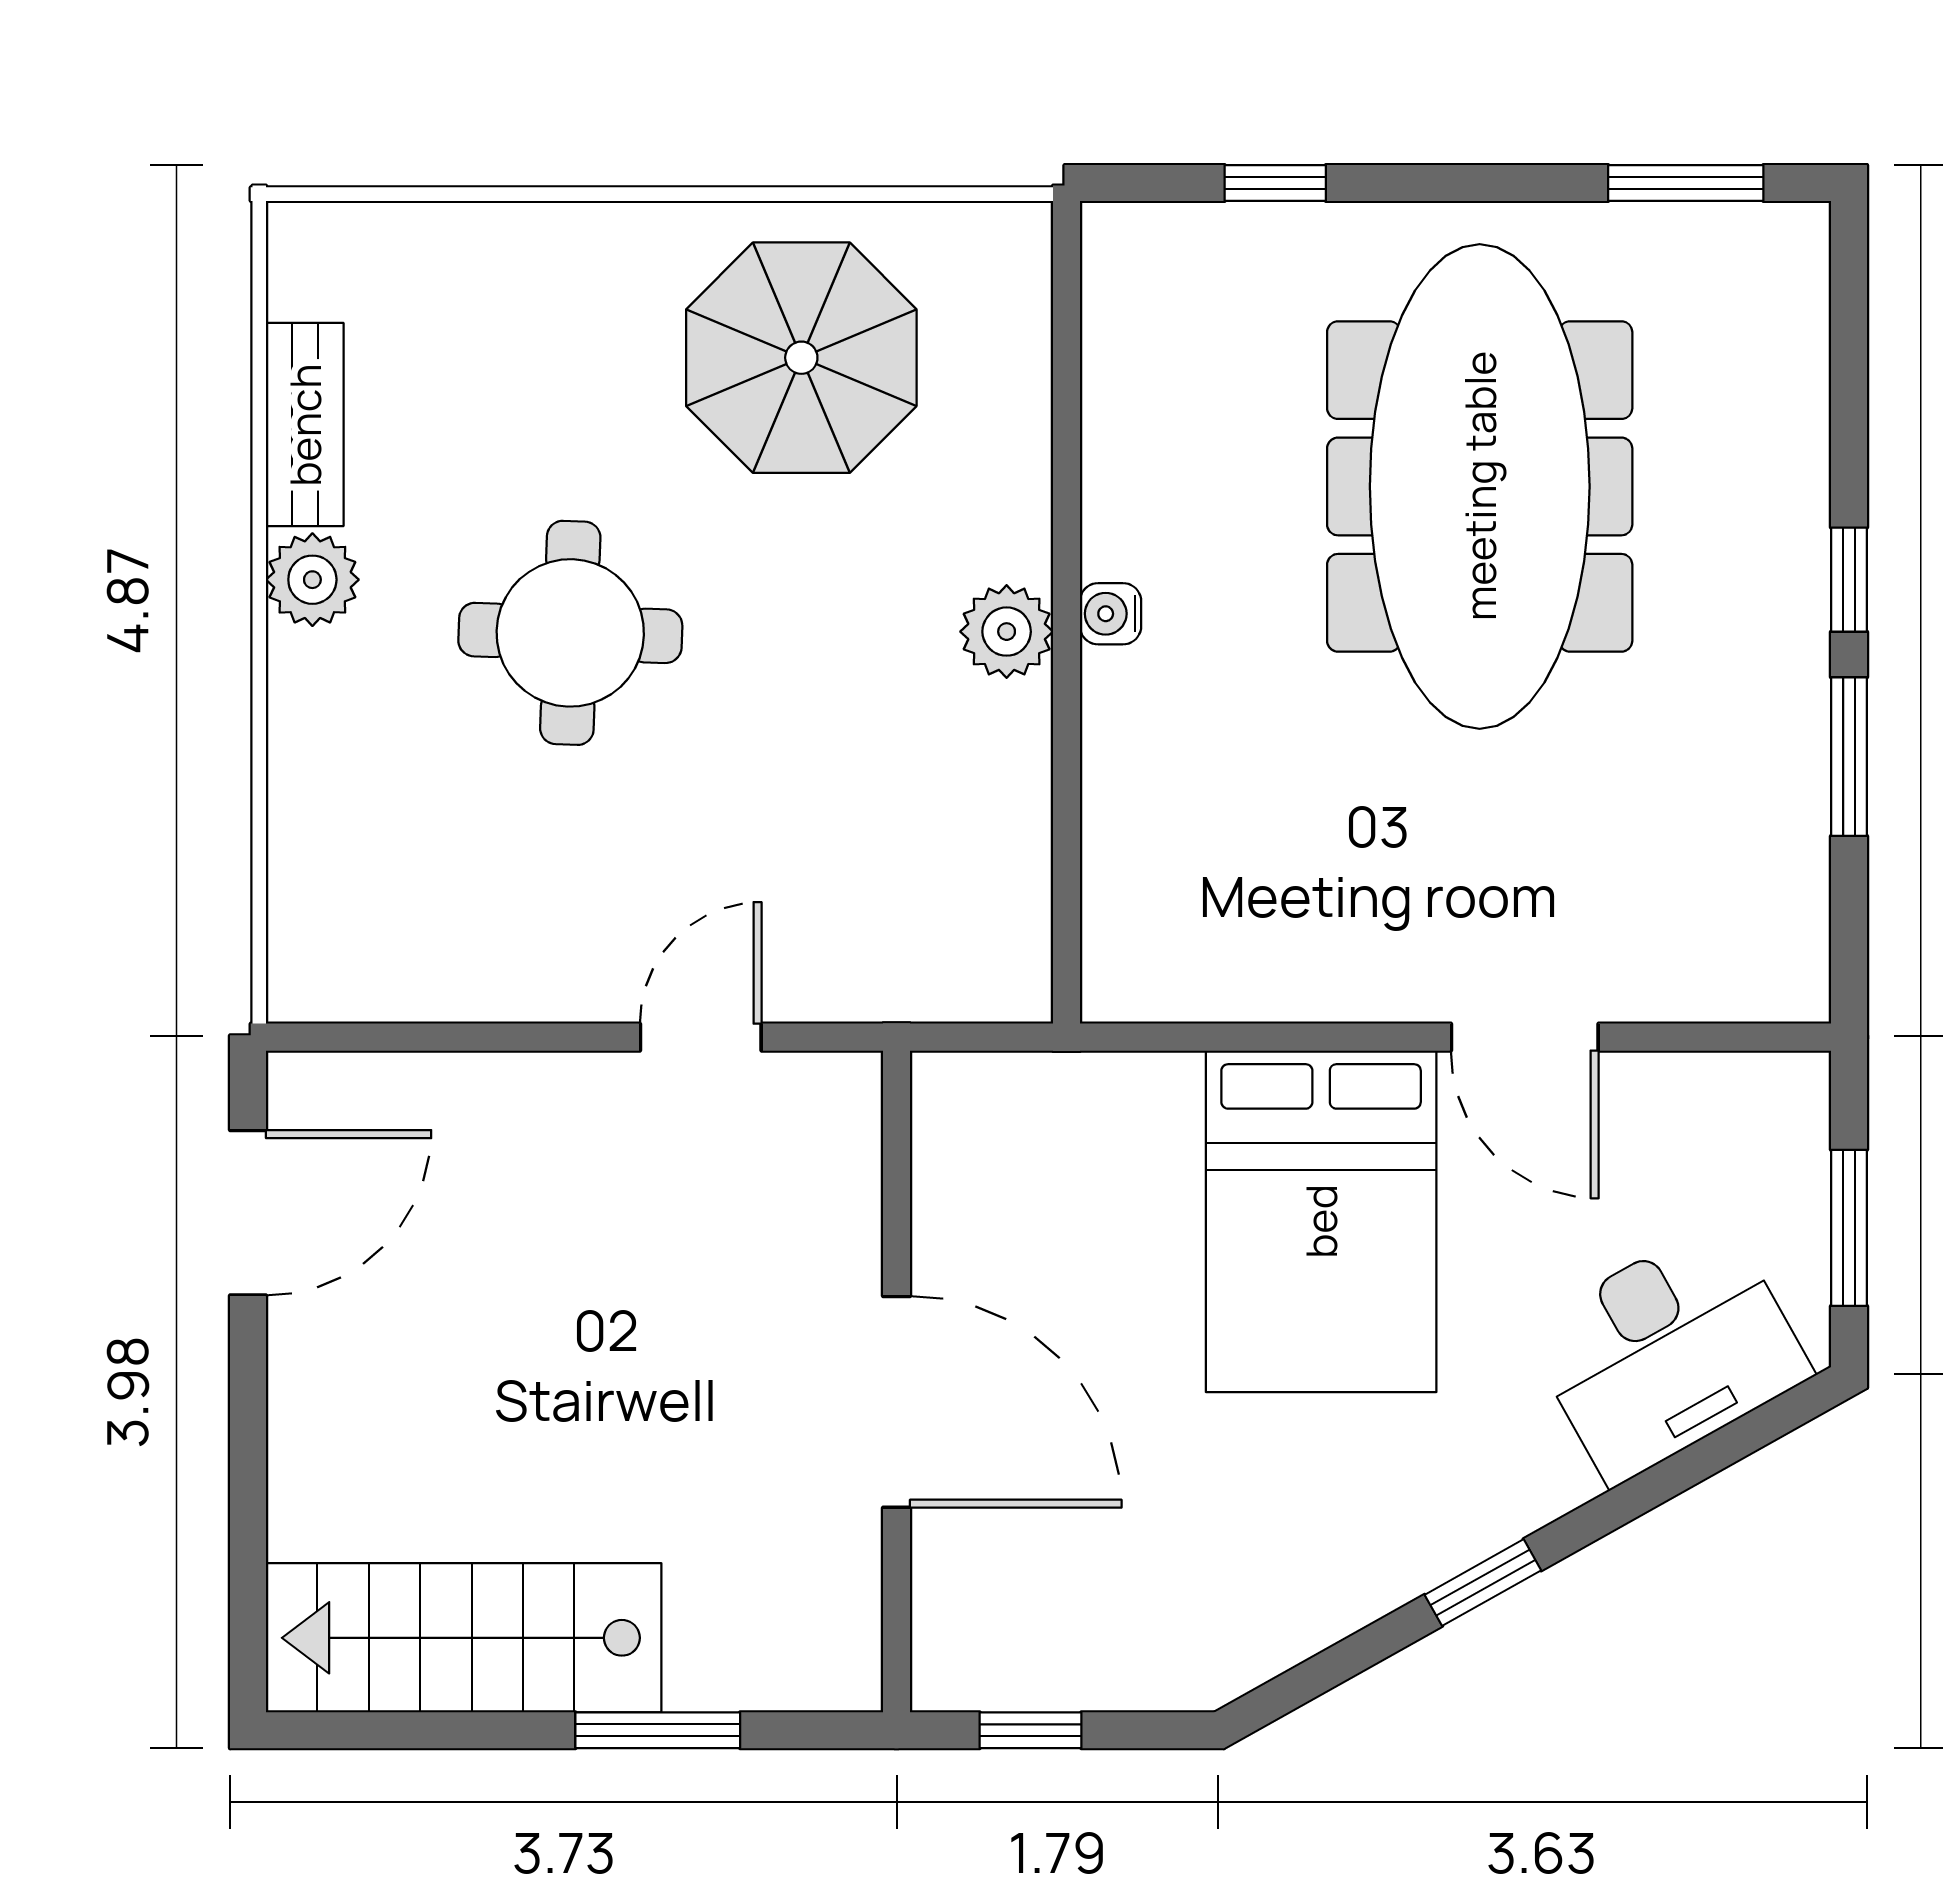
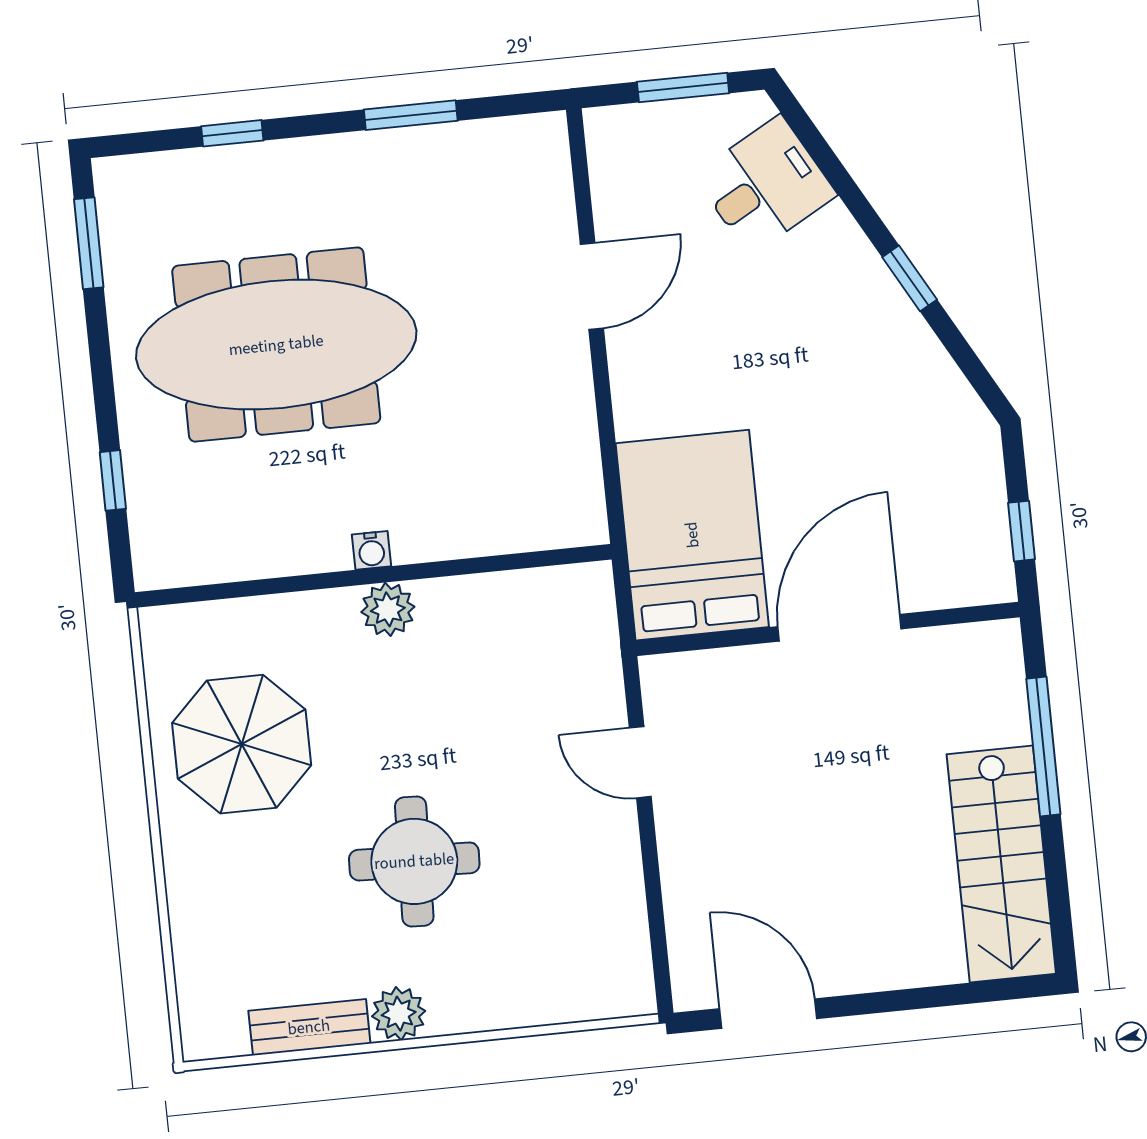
window: (1849, 580) -> (232, 133), moved
bed: (1321, 1221) -> (692, 535), moved, turned -90
desk: (1668, 1352) -> (765, 185), width x0.73
window: (658, 1730) -> (1043, 747), width x1.44

